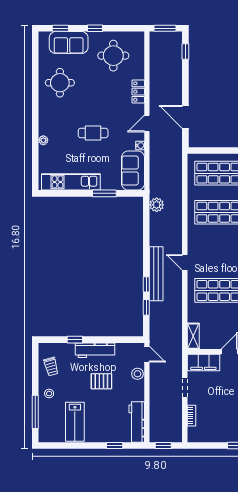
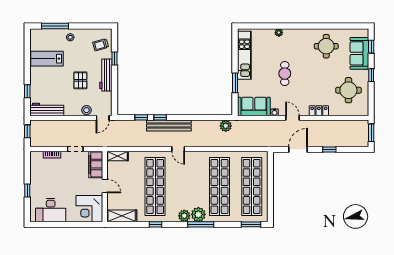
window: (185, 51) -> (329, 150), moved
door: (185, 262) -> (178, 149), swing flipped
trolley: (51, 367) -> (101, 45), moved

